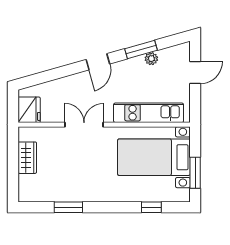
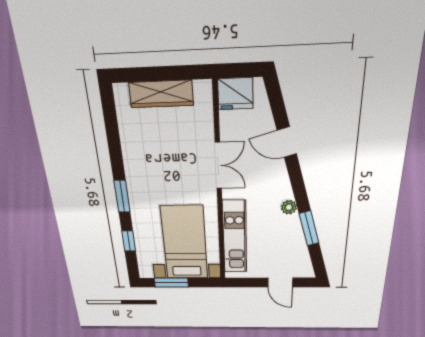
plant: (151, 59) -> (289, 207), moved
door: (98, 62) -> (287, 142), moved
wardrobe: (27, 158) -> (161, 94), width x1.50
window: (68, 207) -> (122, 196), moved

